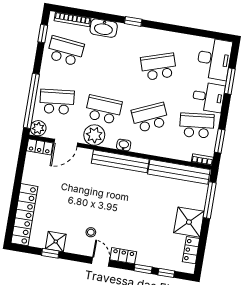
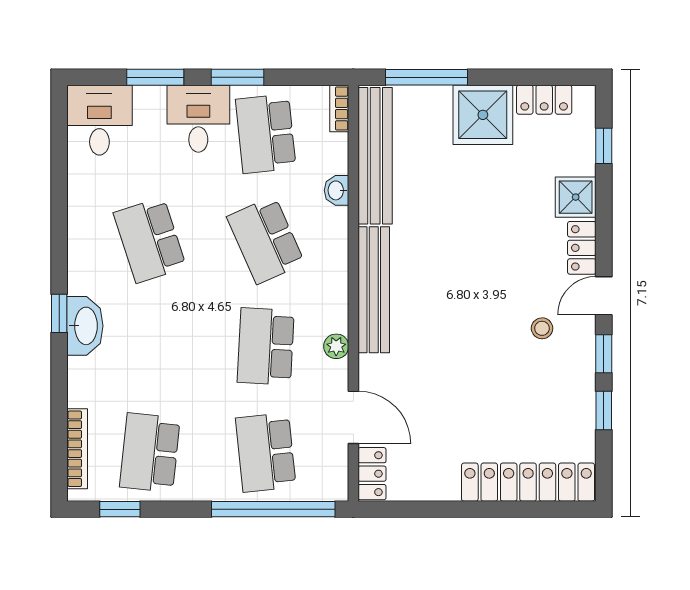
washbasin: (104, 28) -> (85, 326), moved
desk: (214, 59) -> (99, 120), width x0.73
plant: (38, 128) -> (331, 484), removed
plant: (94, 135) -> (336, 346), width x0.53, depth x0.53
window: (220, 141) -> (238, 77), moved
washbasin: (124, 145) -> (336, 190), moved
shower: (56, 241) -> (576, 197), moved
window: (143, 269) -> (604, 354), moved

